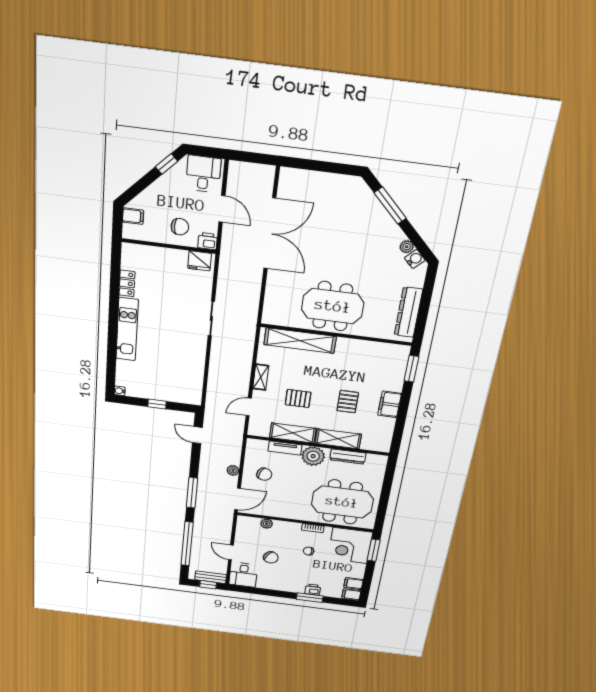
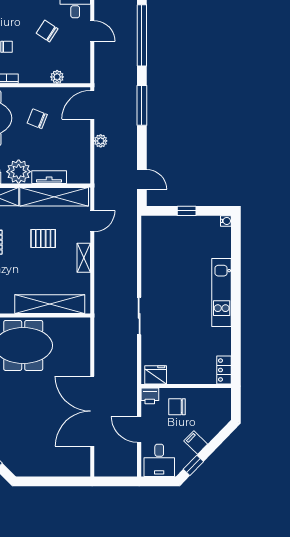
filing cabinet: (133, 216) -> (196, 443), moved, turned 44
locker: (127, 283) -> (224, 370), moved
shelving: (293, 433) -> (54, 197), width x1.47
chair: (264, 474) -> (37, 119), moved

